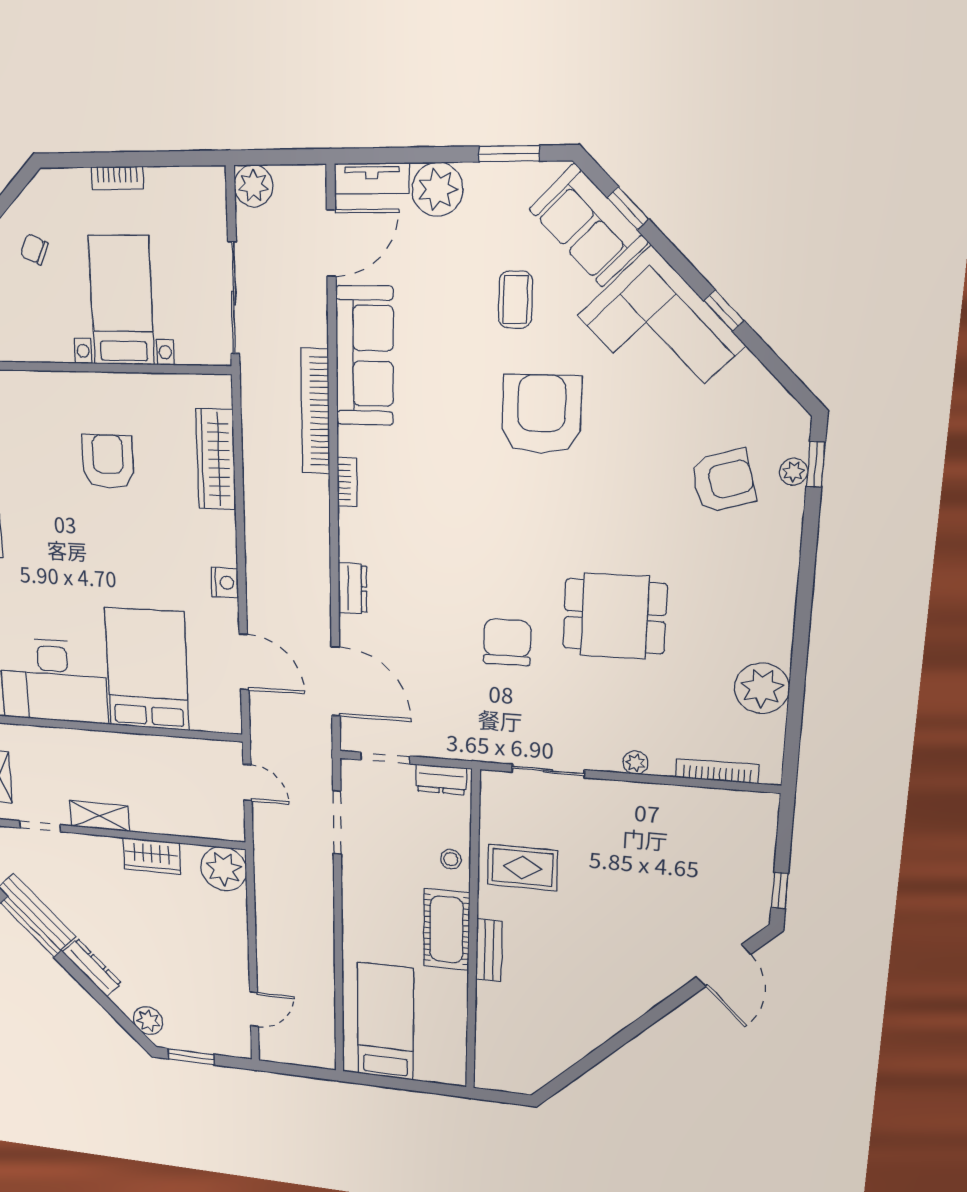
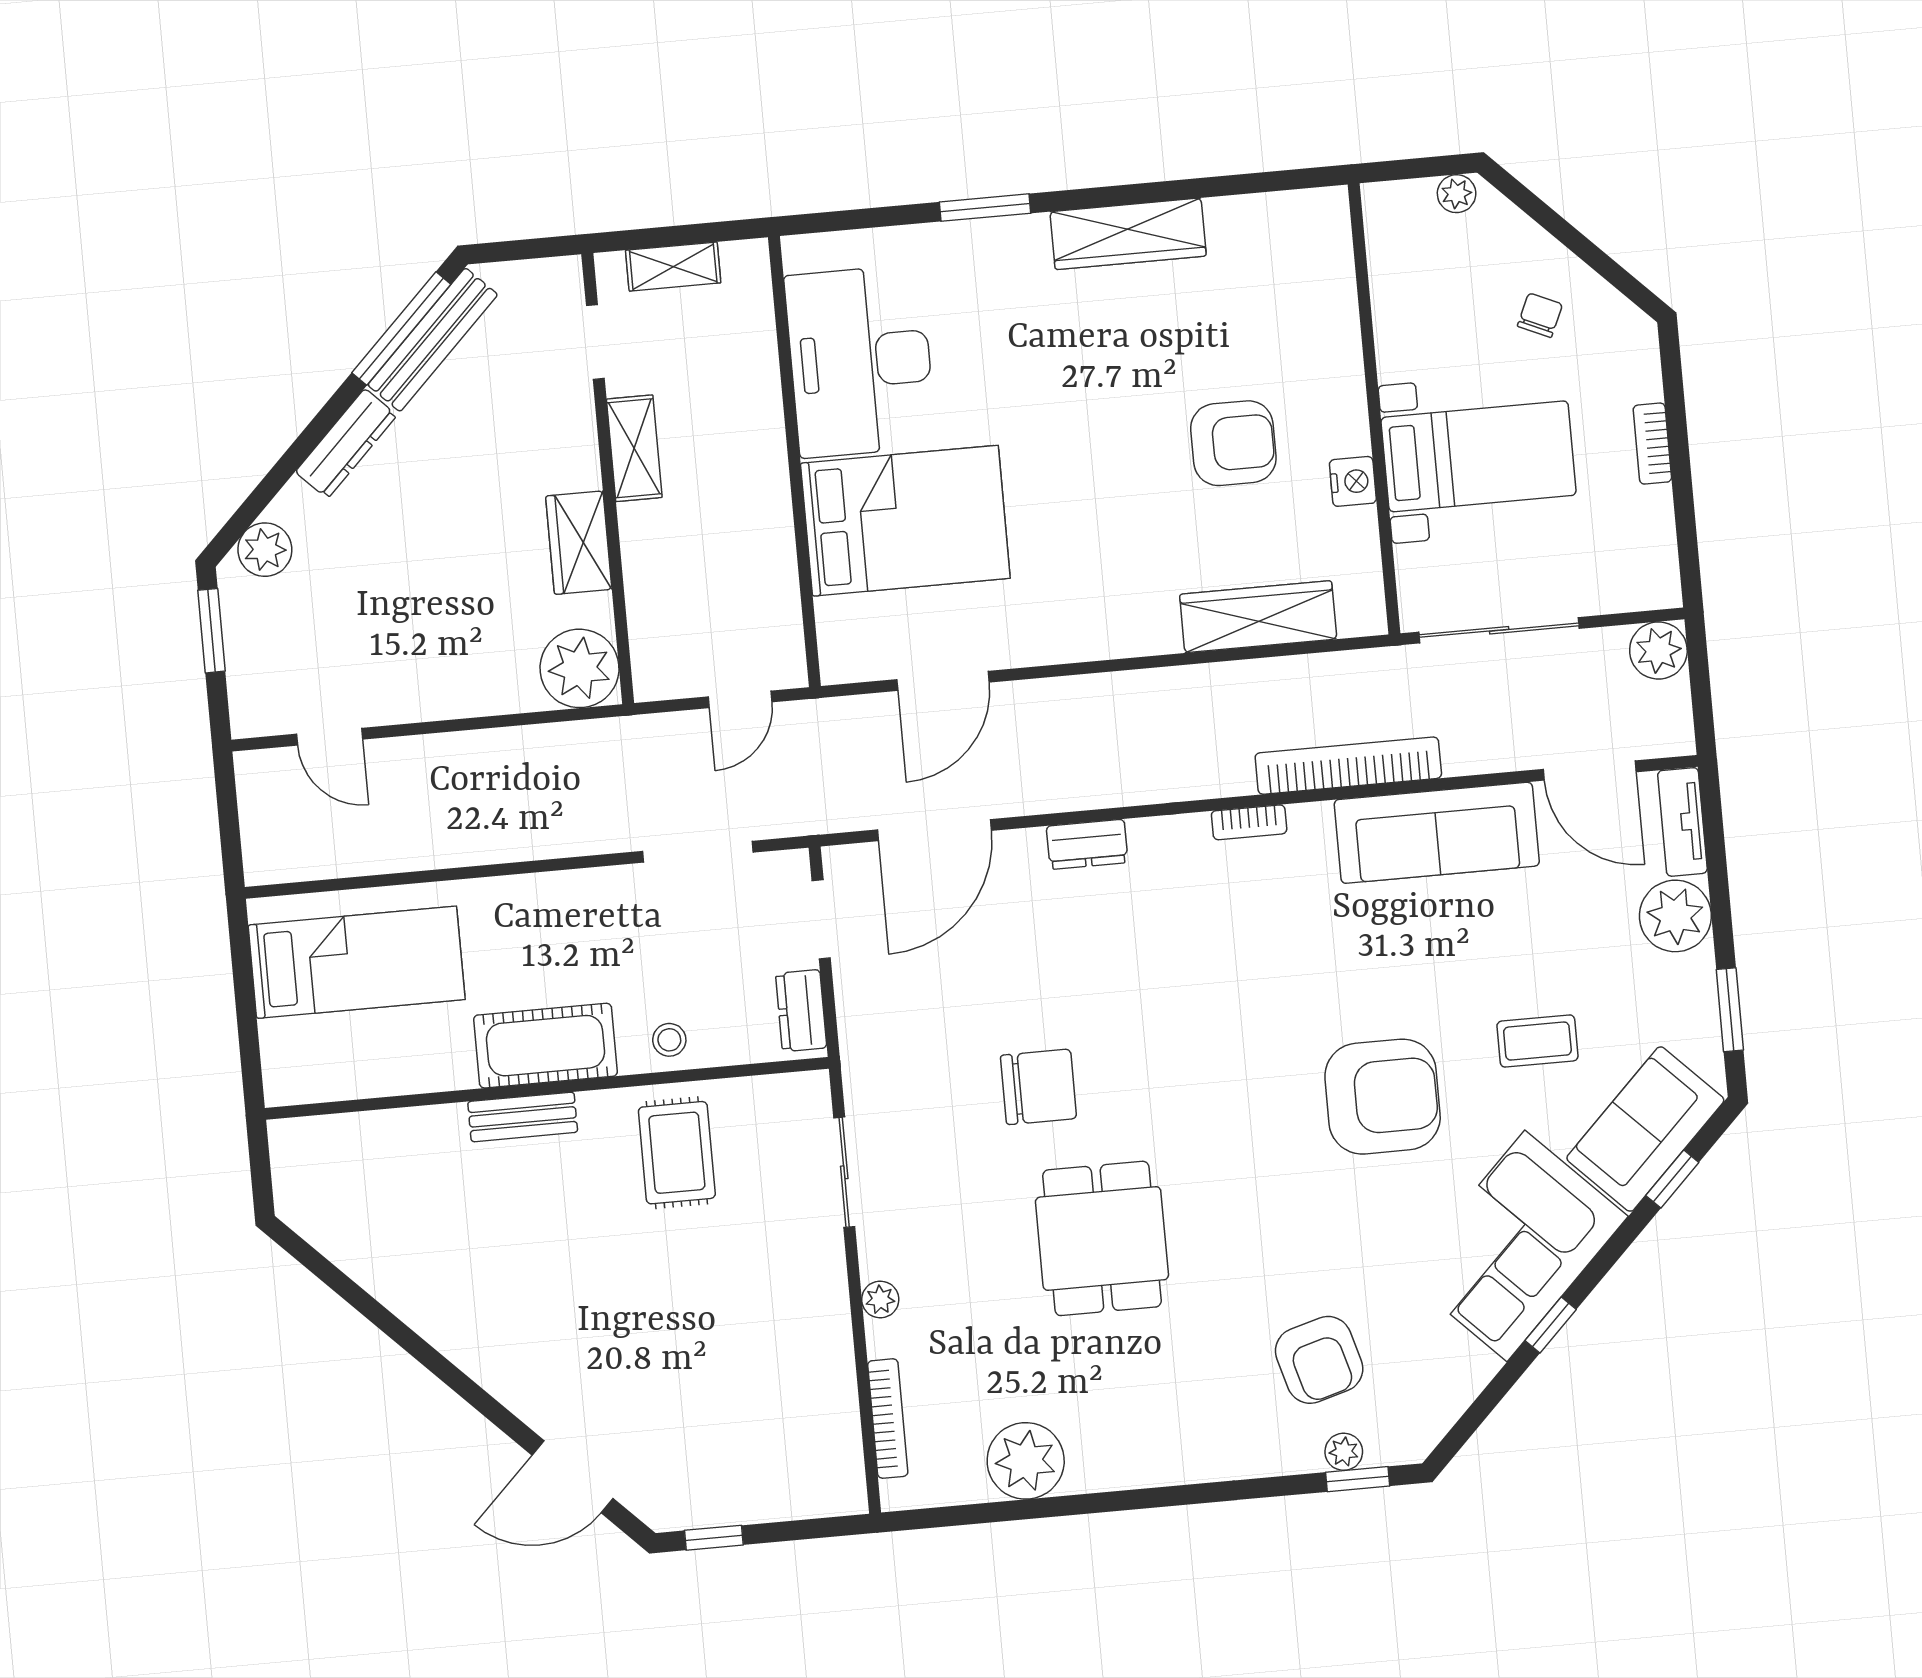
nightstand: (225, 583) -> (1353, 481), moved, turned -90

